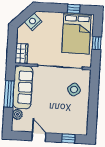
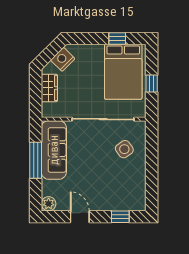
wardrobe: (21, 54) -> (49, 88), moved
plant: (17, 114) -> (49, 204), moved

